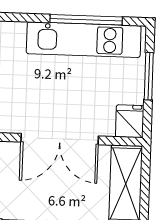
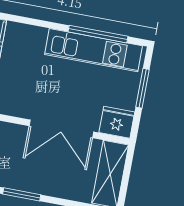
fridge: (130, 121) -> (117, 122), width x1.38

